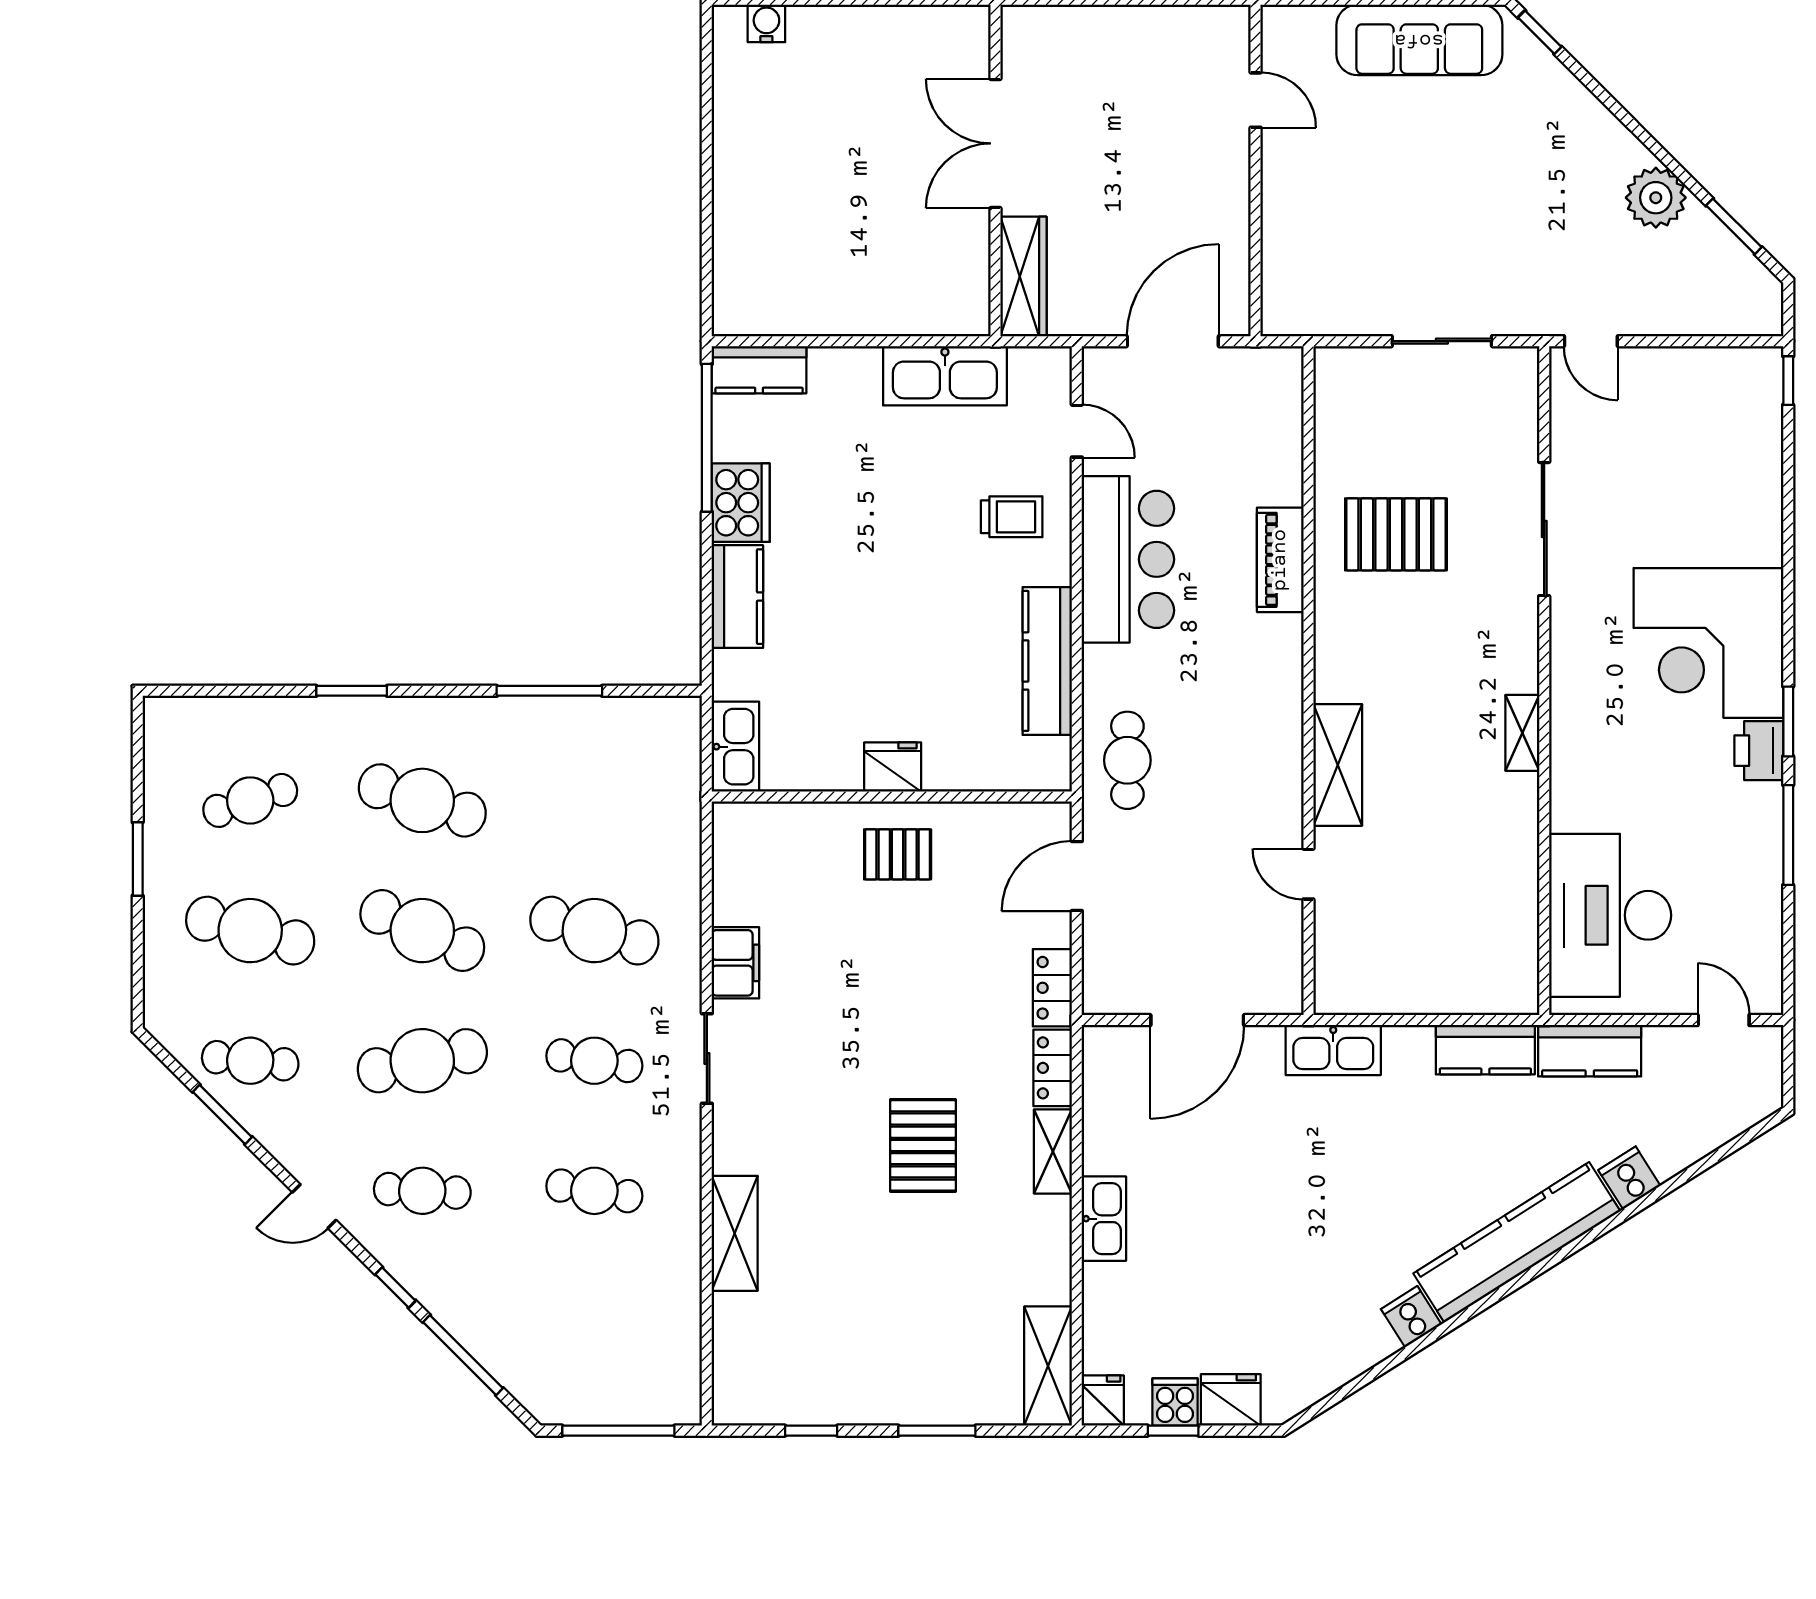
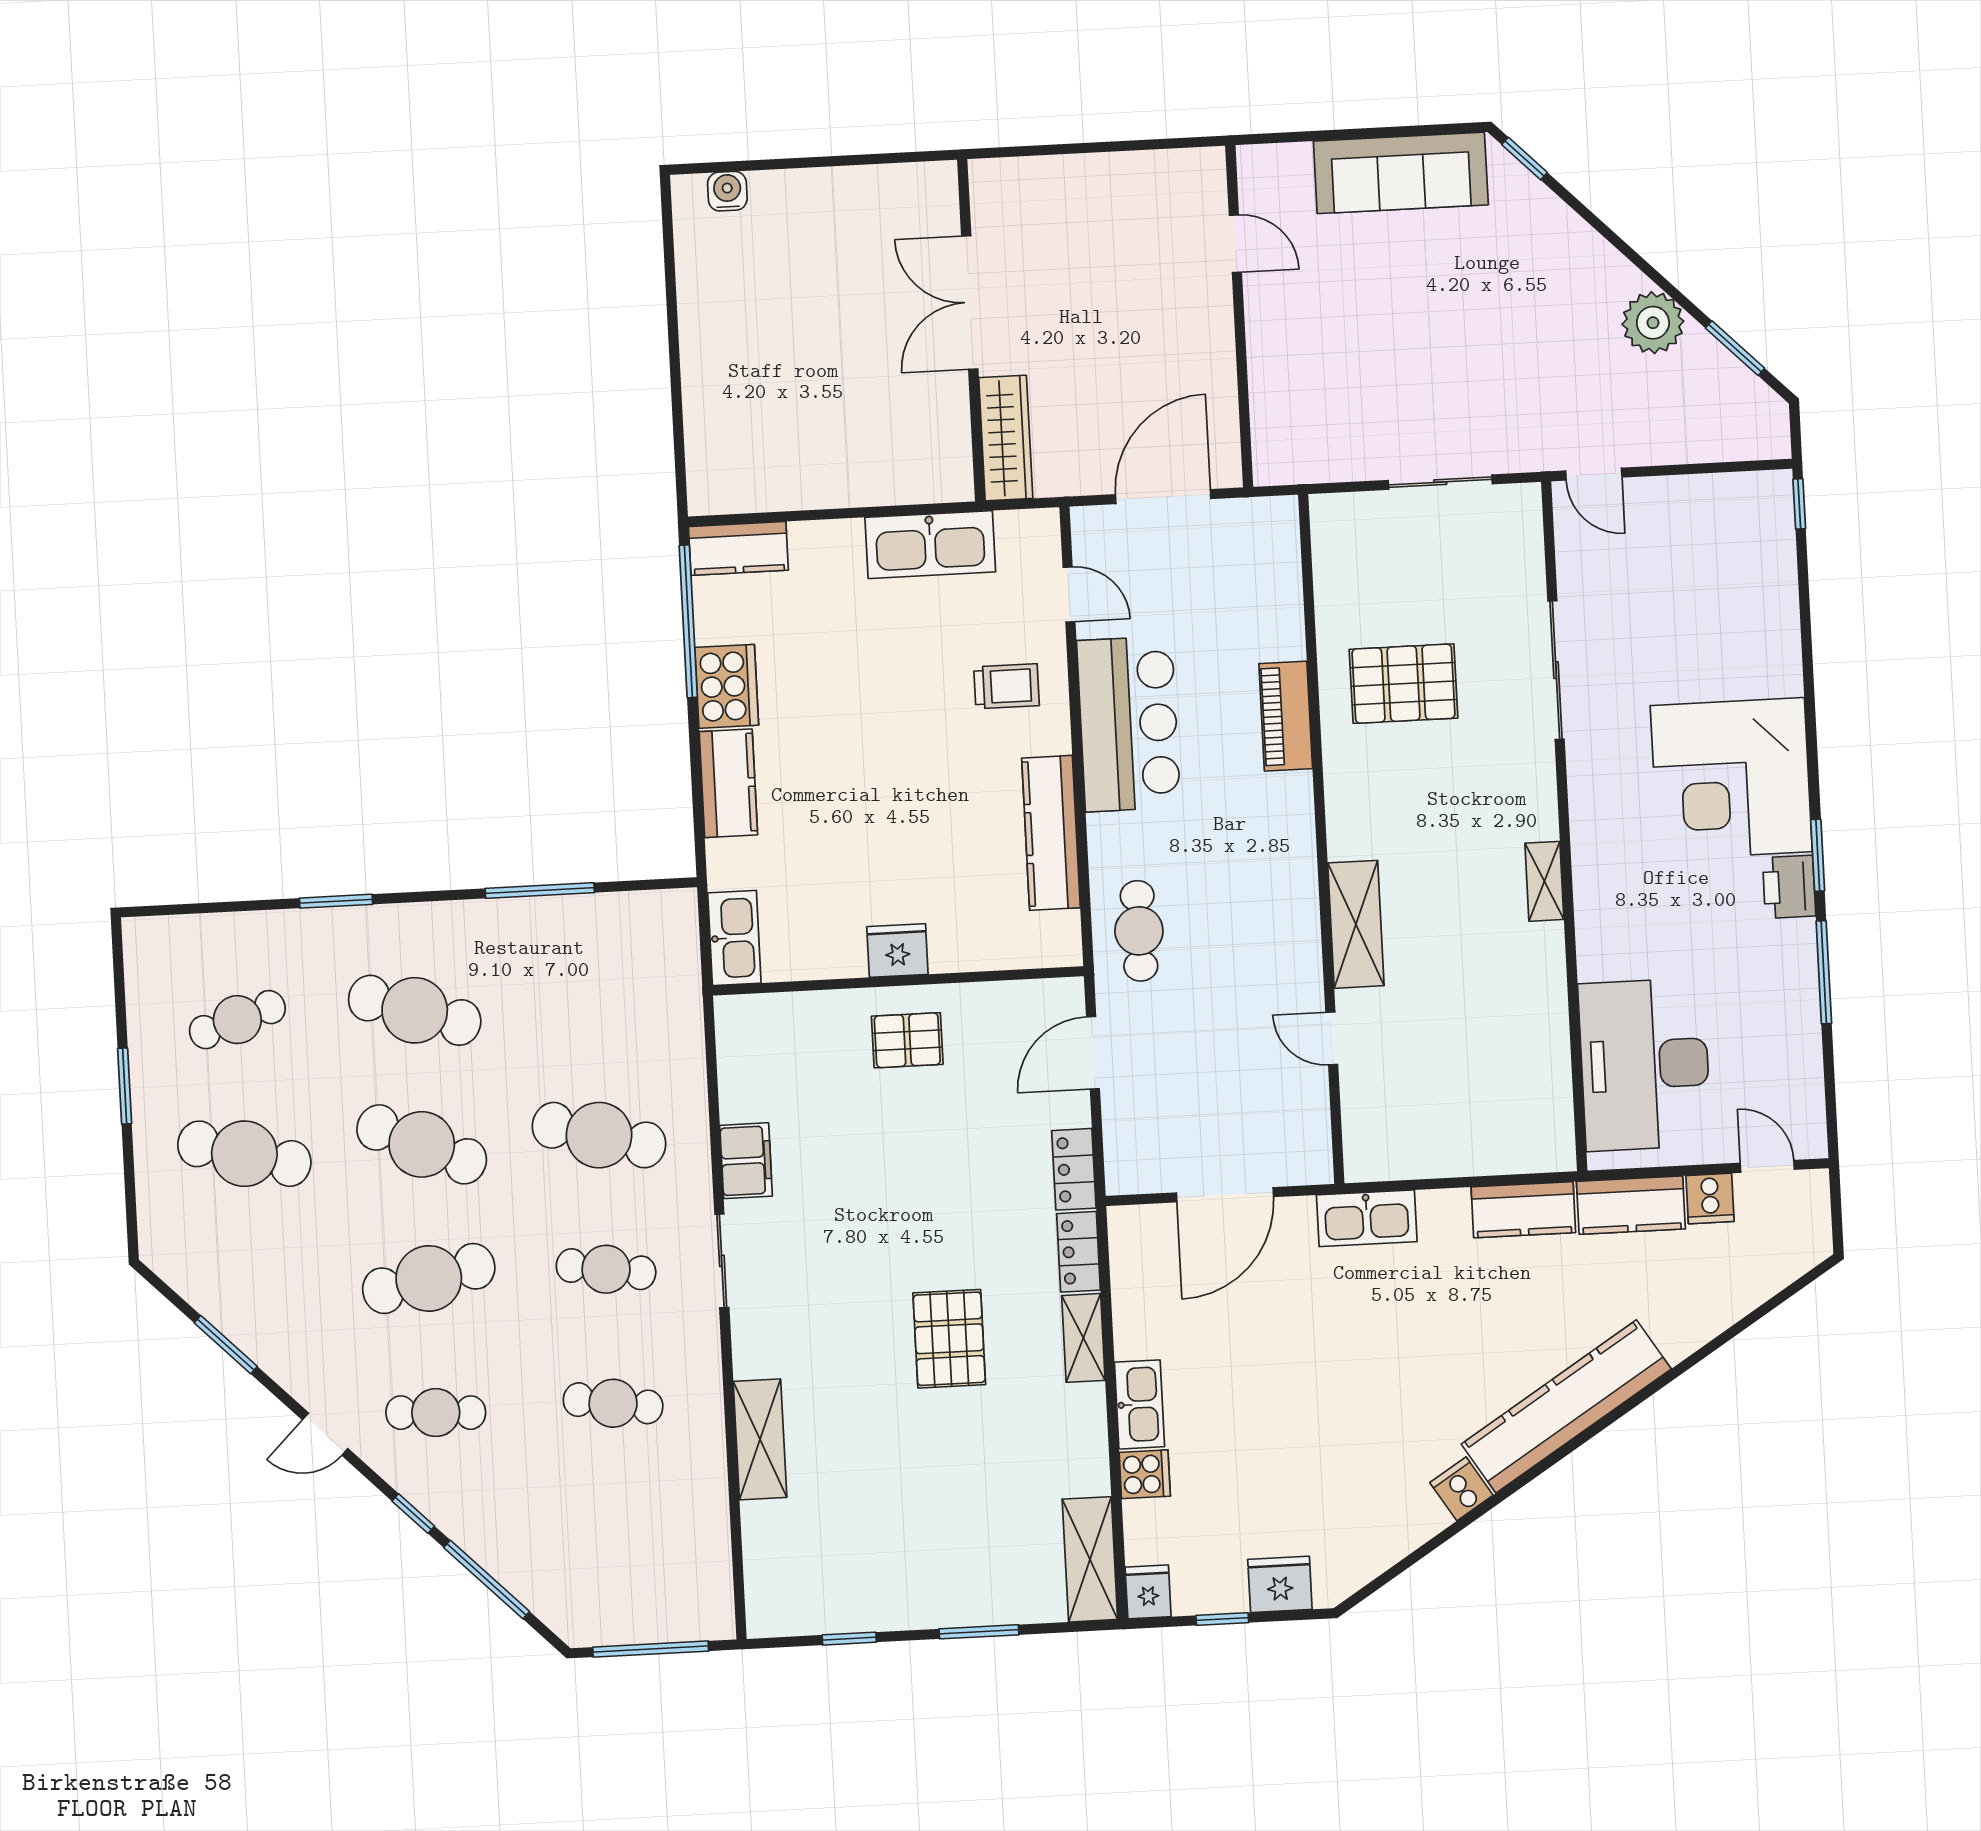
cafe table: (250, 1061) -> (251, 1288), removed
cooker: (1629, 1178) -> (1710, 1198), moved, turned -148
cooker: (1175, 1402) -> (1145, 1474), moved, turned 90

